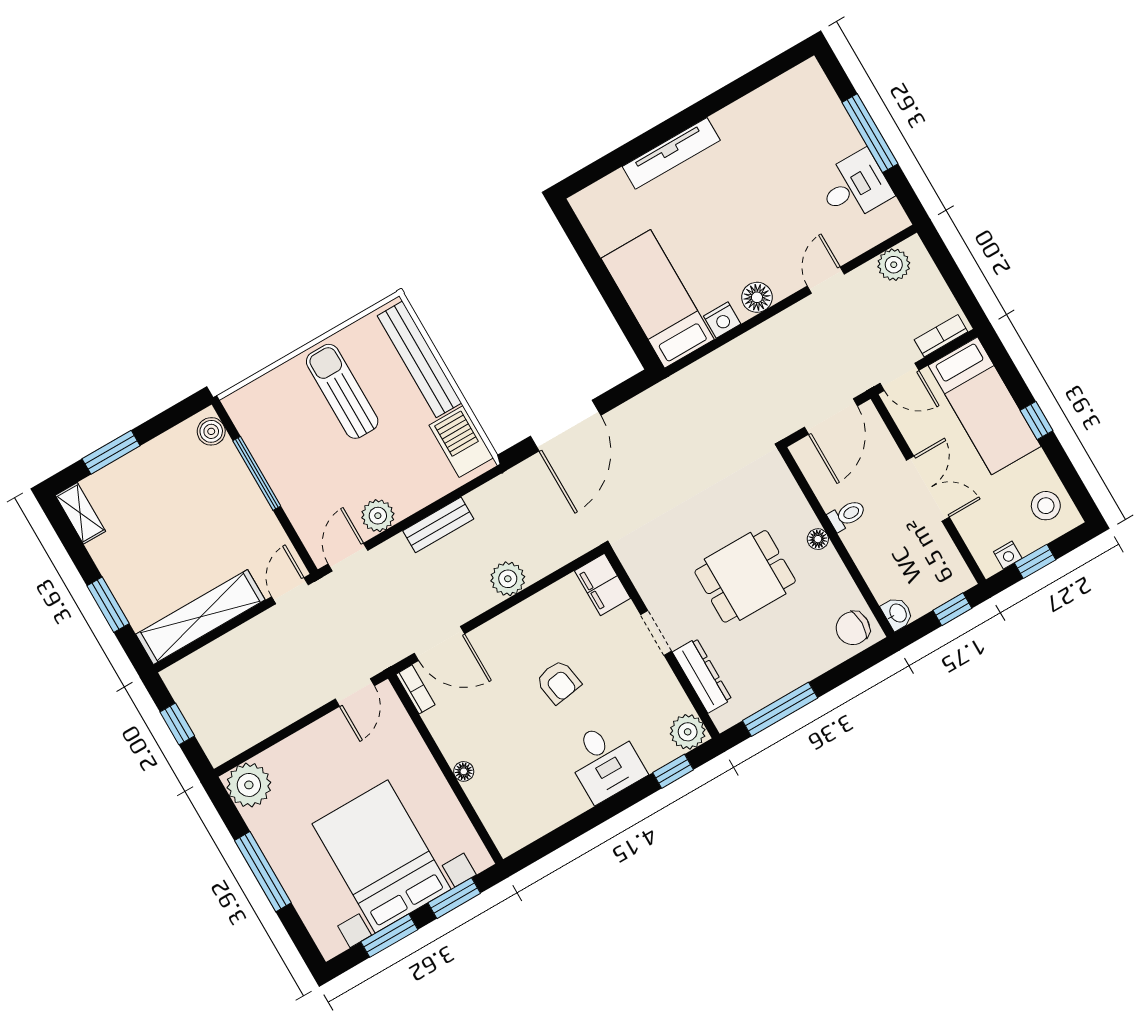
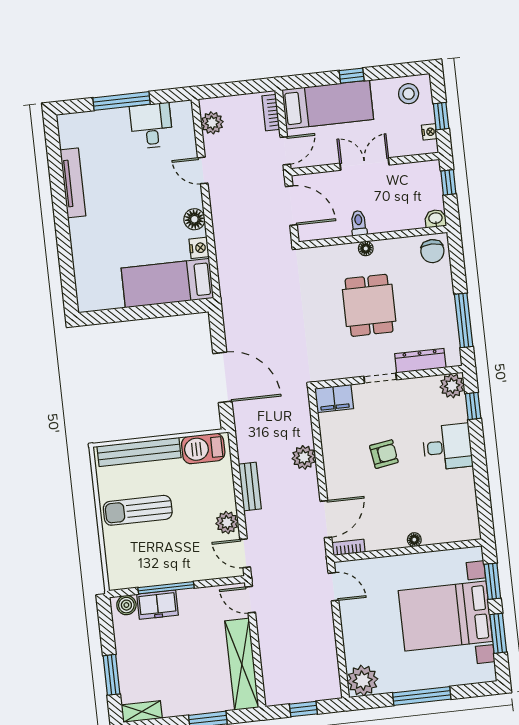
tv unit: (671, 153) -> (73, 183), moved
freezer: (230, 472) -> (157, 605), added

